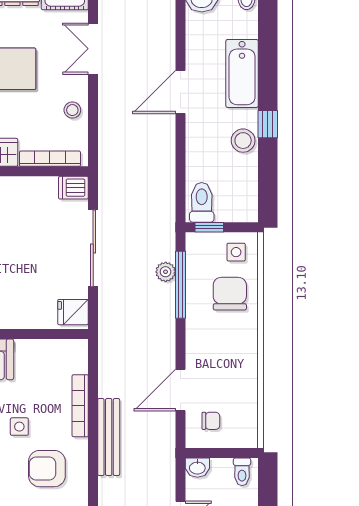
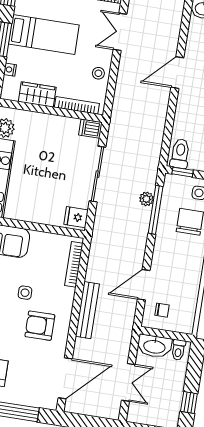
bookcase: (80, 406) -> (74, 264), moved
washbasin: (197, 468) -> (154, 346), width x1.91, depth x1.45

